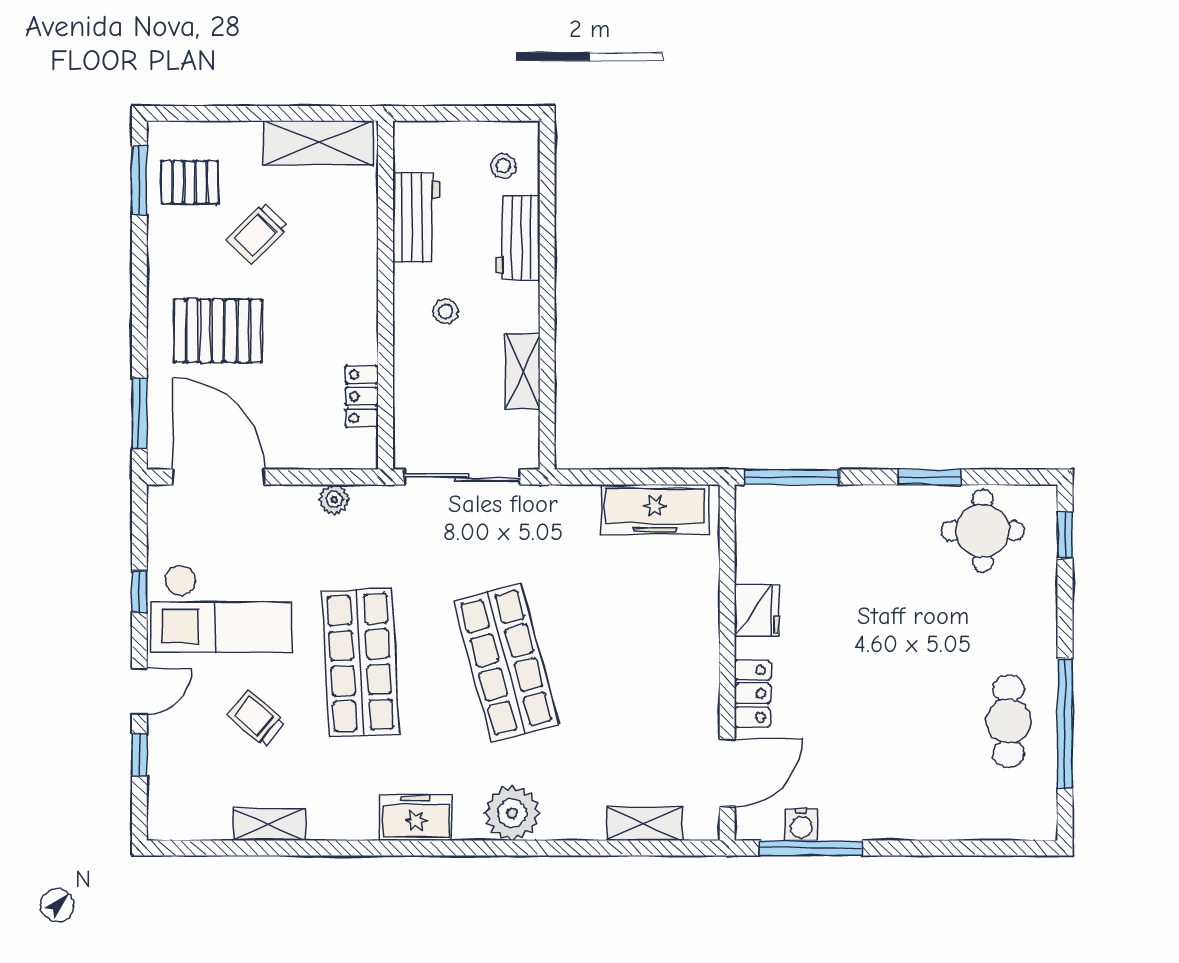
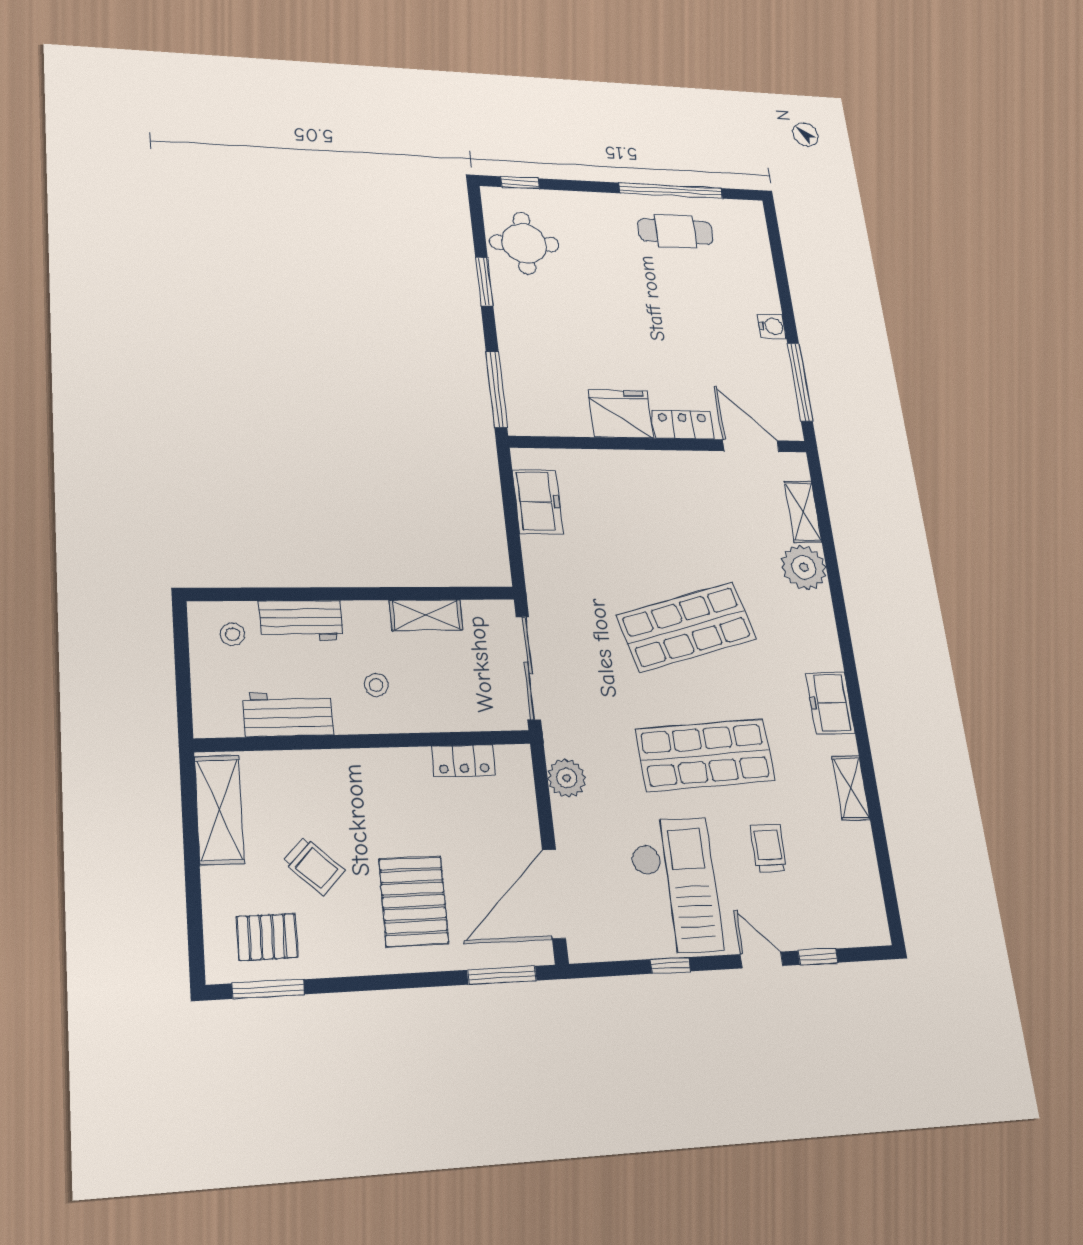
pallet: (190, 182) -> (267, 937), turned 90
plant: (334, 499) -> (567, 778), width x1.38, depth x1.38
freezer: (655, 509) -> (538, 502), width x0.71
fridge: (757, 611) -> (621, 414), width x1.36, depth x1.34
trolley: (256, 718) -> (768, 848), turned 140
plant: (512, 813) -> (804, 567), moved
shelving: (269, 825) -> (851, 788), moved
water cooler: (801, 825) -> (772, 326), moved

